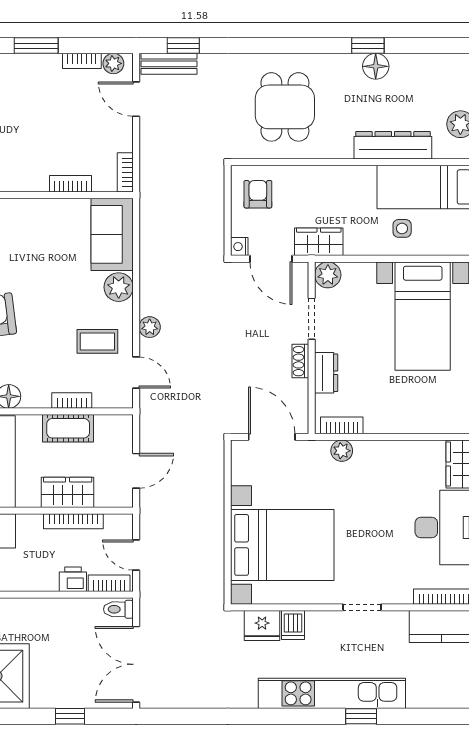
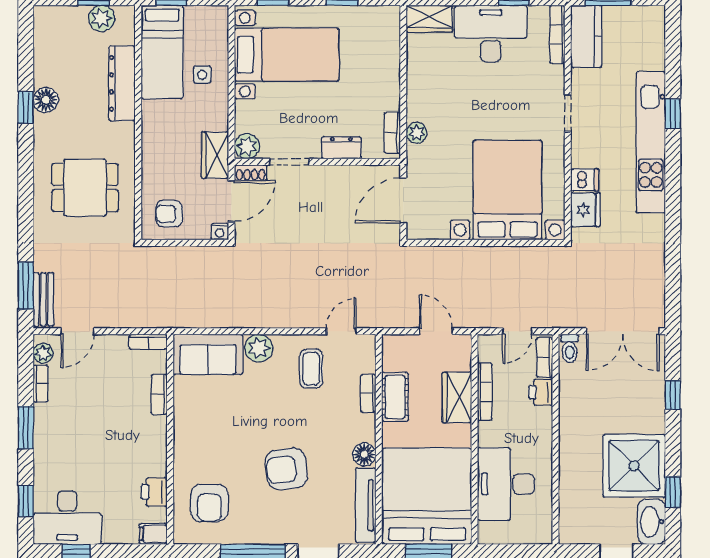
window: (183, 46) -> (26, 286), width x1.50
plant: (150, 327) -> (297, 318), removed
shoe rack: (300, 361) -> (251, 173), moved

